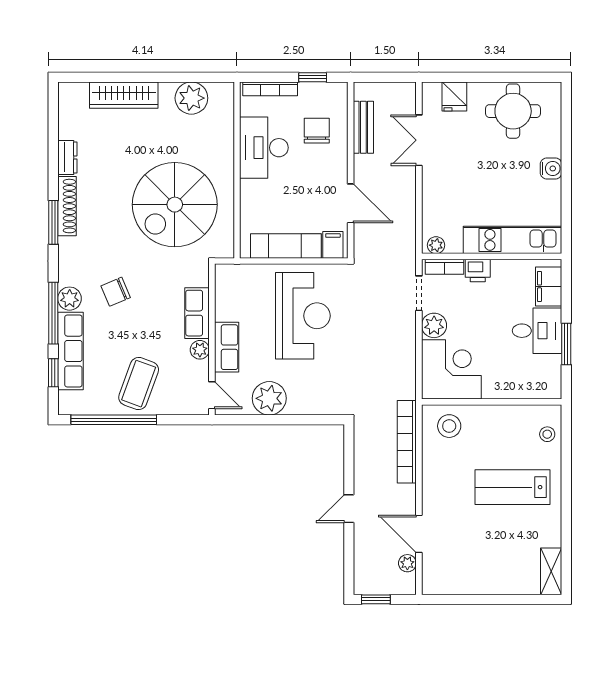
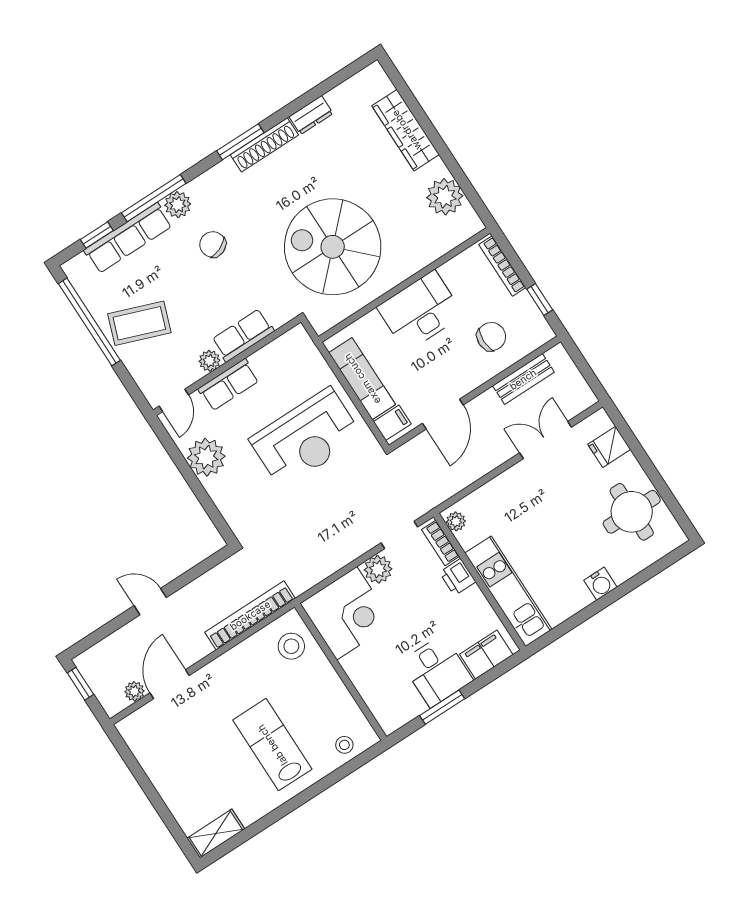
desk: (264, 148) -> (420, 311), moved

